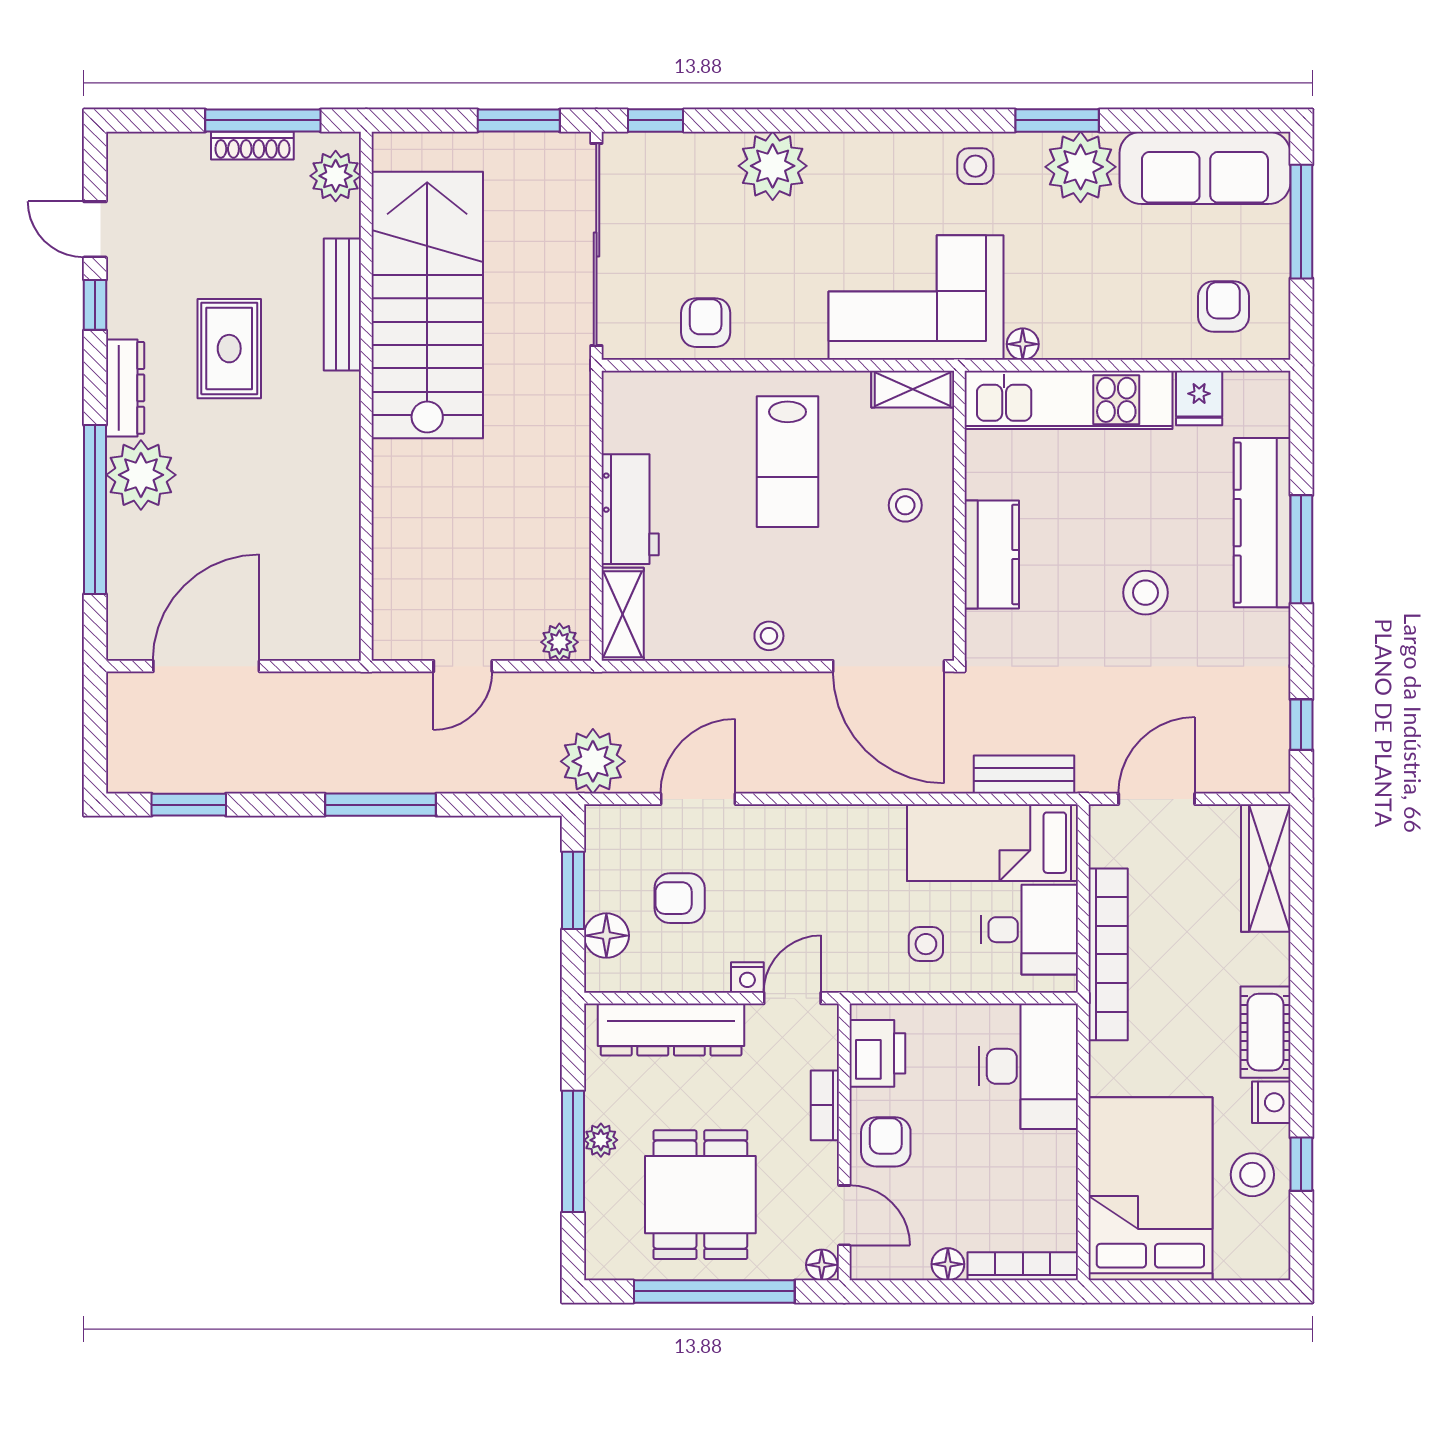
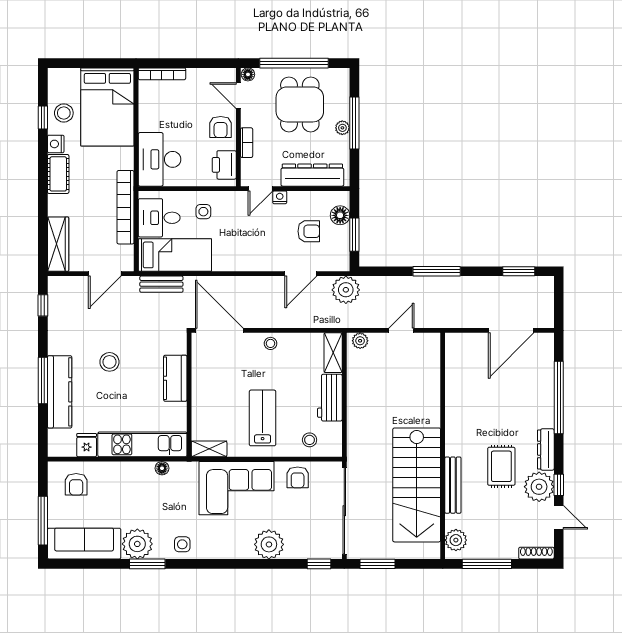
shoe rack: (252, 146) -> (536, 553), moved
corner sofa: (916, 298) -> (236, 488), moved
plant: (141, 475) -> (539, 487), moved
stool: (905, 505) -> (310, 440), moved
floor lamp: (948, 1264) -> (194, 75), removed

